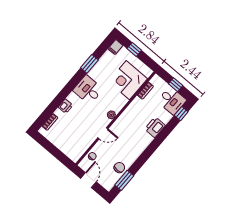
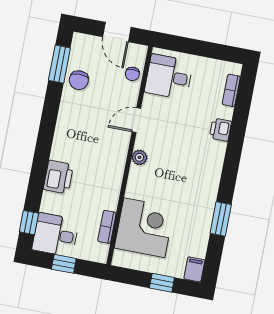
desk: (88, 90) -> (169, 77), moved, turned 180

